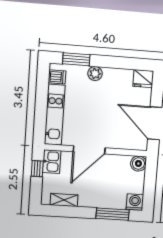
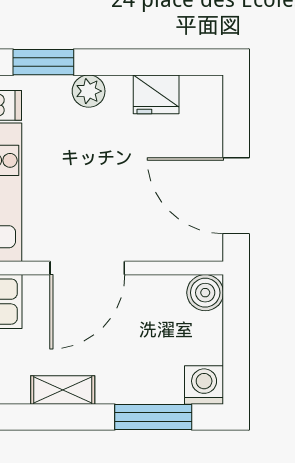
fridge: (143, 79) -> (156, 94), moved
shelving: (64, 200) -> (63, 390), moved

